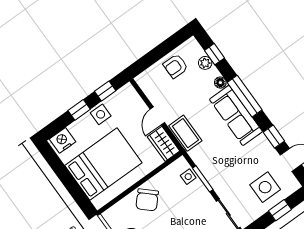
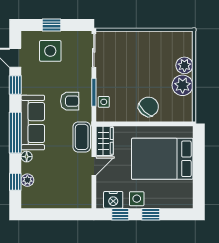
armchair: (176, 66) -> (70, 101), moved
nightstand: (63, 140) -> (113, 200), moved

